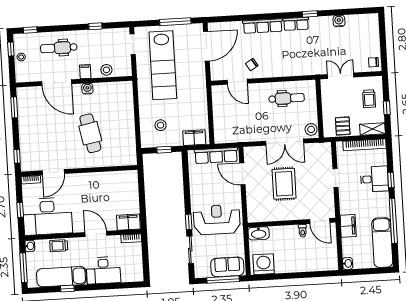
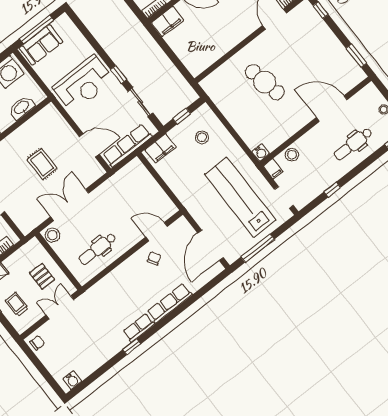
water cooler: (339, 21) -> (72, 380), moved
dental chair: (59, 48) -> (353, 144), turned 180
filing cabinet: (85, 72) -> (273, 169), moved
double door: (341, 76) -> (60, 307), swing flipped
water cooler: (87, 89) -> (261, 153), moved
pallet: (343, 126) -> (42, 276), moved
rug: (284, 184) -> (42, 164), width x0.73, depth x0.70
window: (189, 222) -> (119, 74), moved
washbasin: (259, 233) -> (22, 108), moved
sliding door: (190, 250) -> (140, 102), moved

